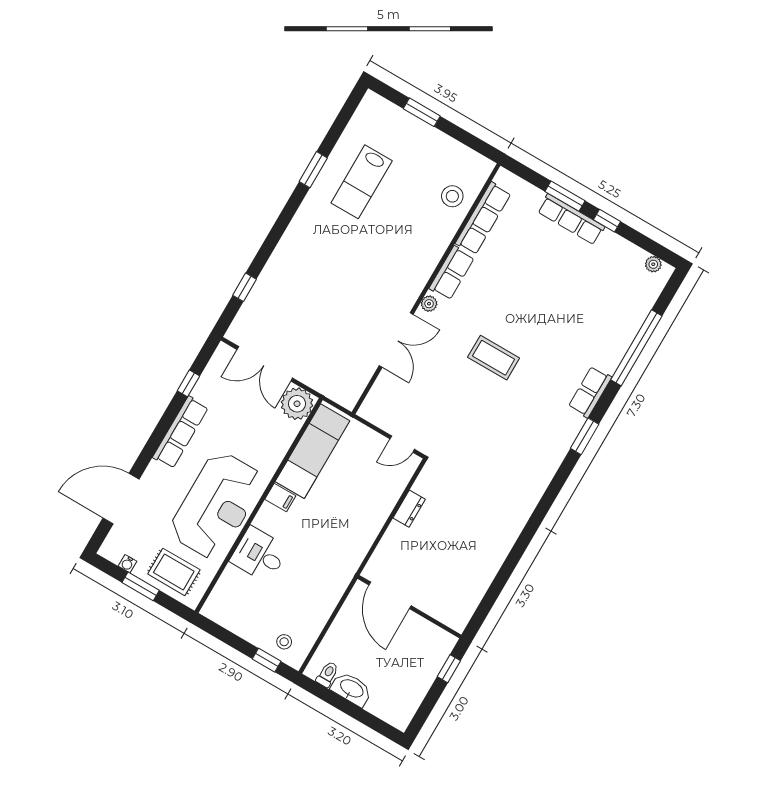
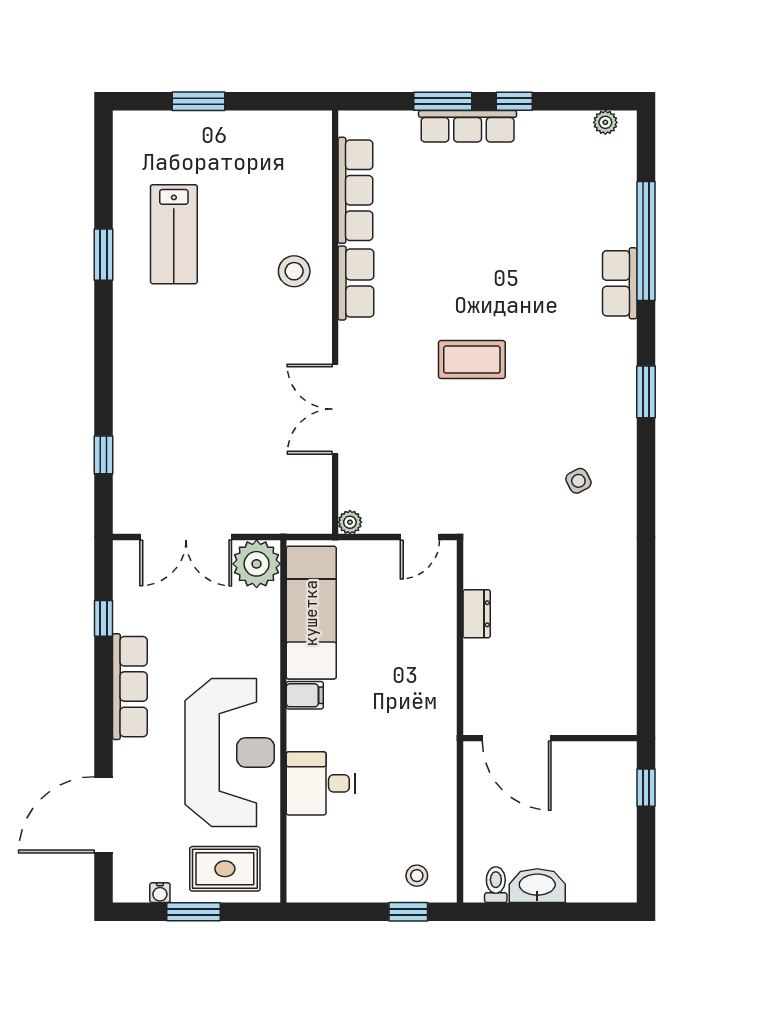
stool: (452, 196) -> (294, 271), moved
plant: (429, 304) -> (350, 522), moved
double door: (396, 340) -> (335, 409), swing flipped
row of seats: (590, 392) -> (620, 283), moved
side table: (515, 465) -> (578, 481), added

